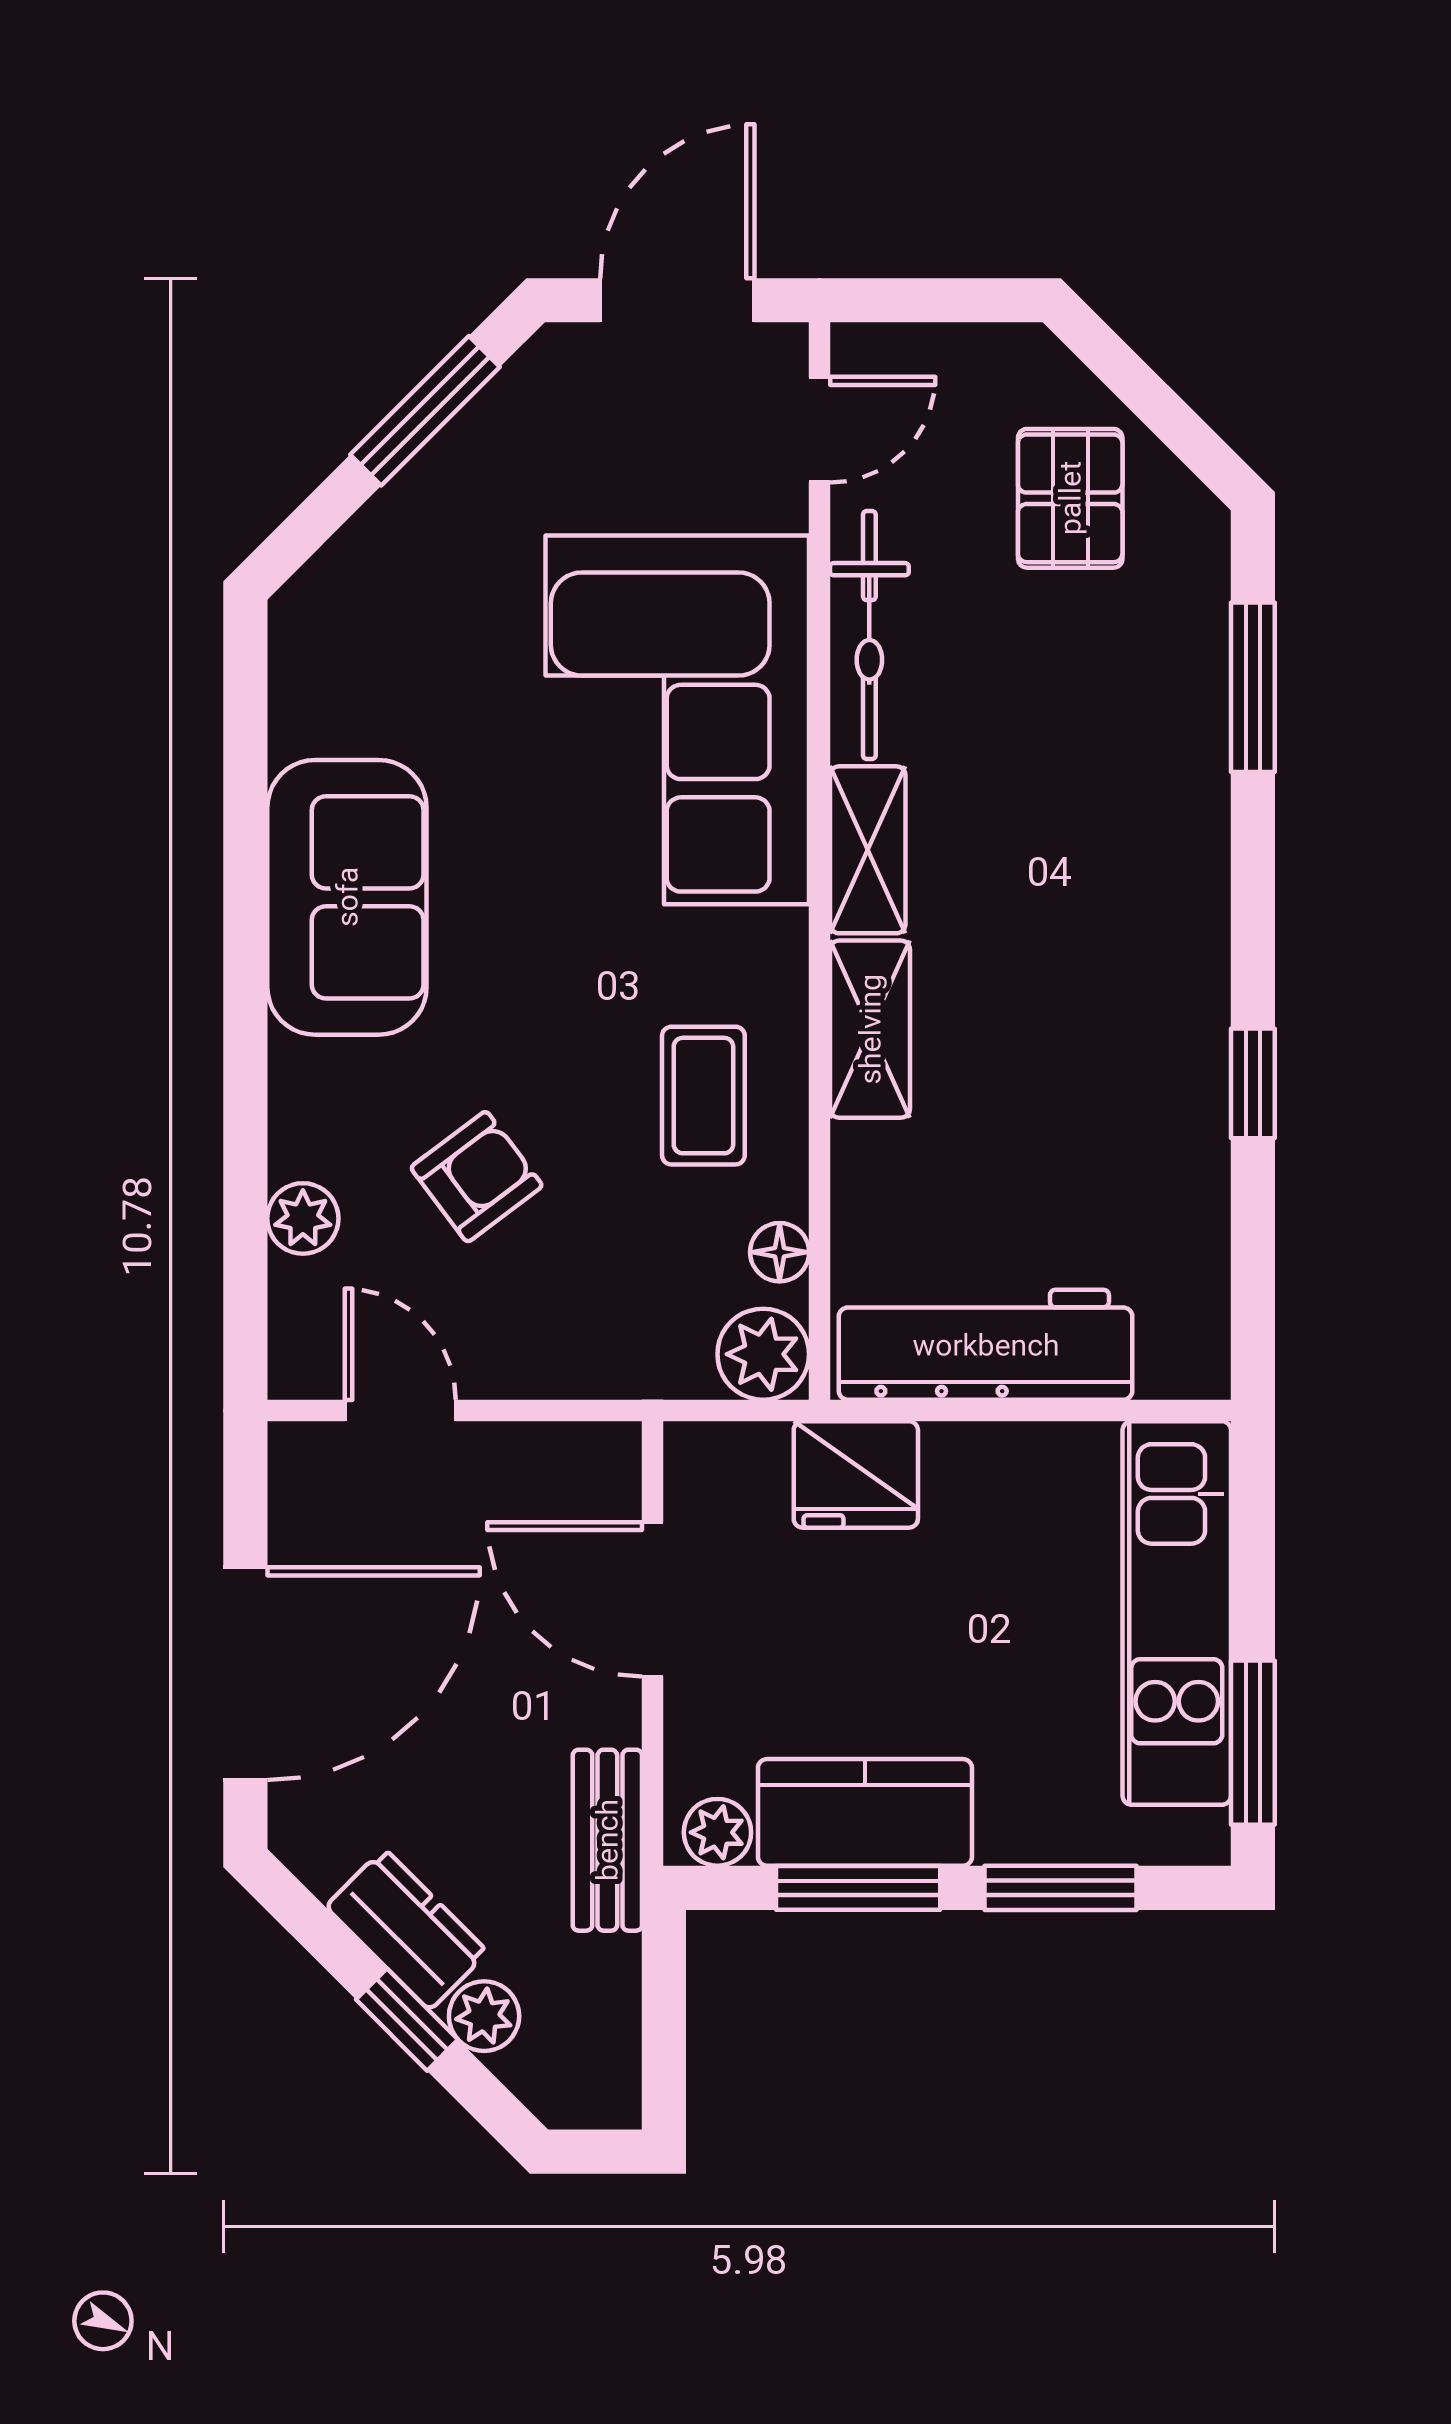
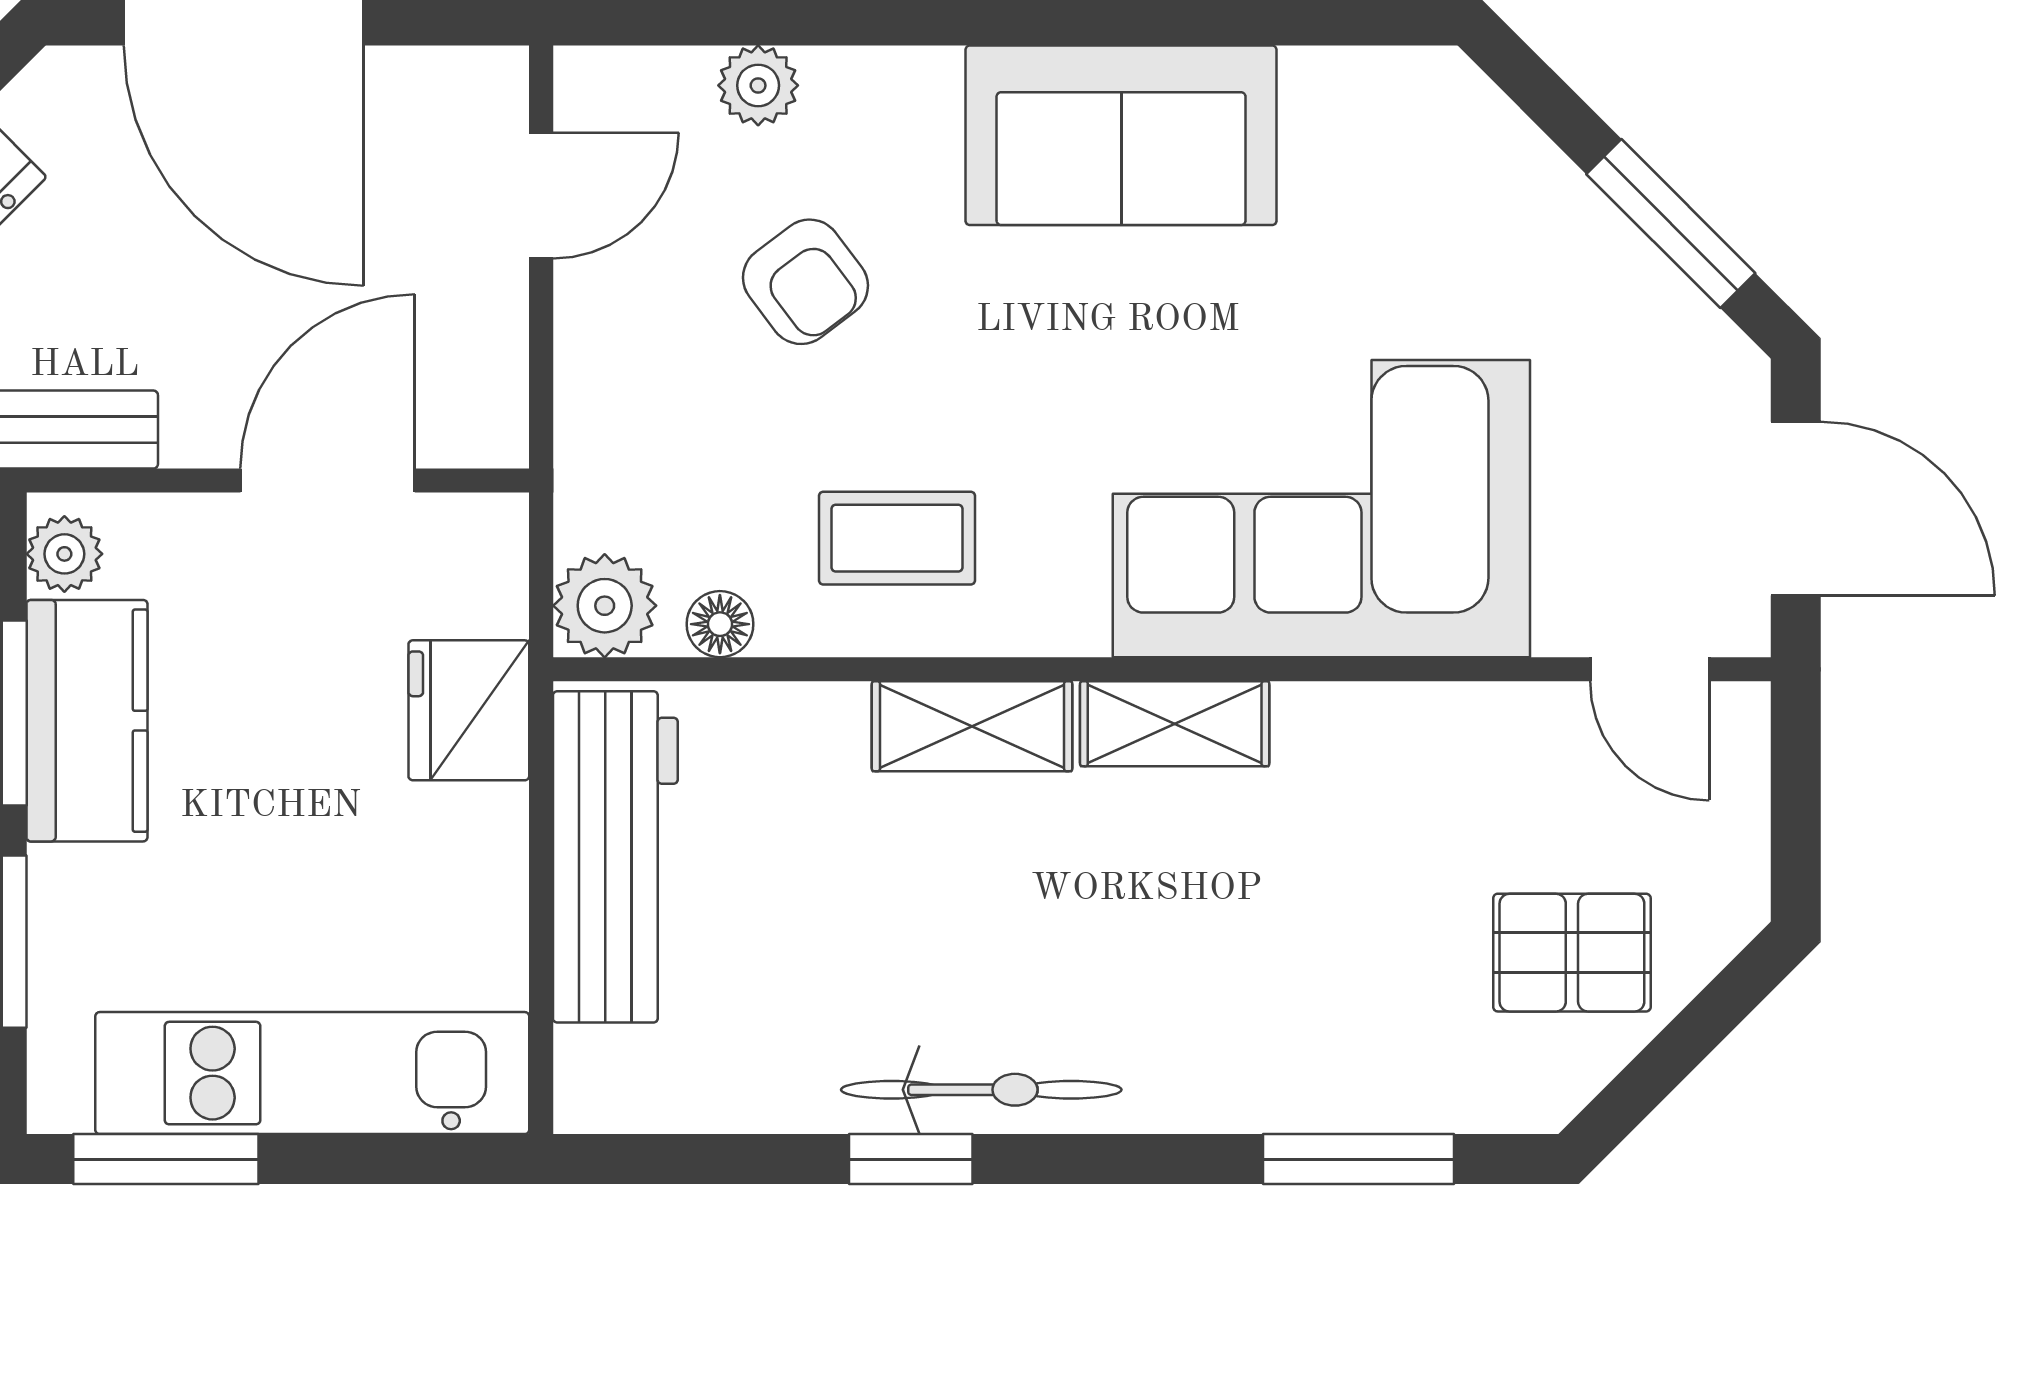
bicycle: (869, 635) -> (981, 1090), moved, turned 180

